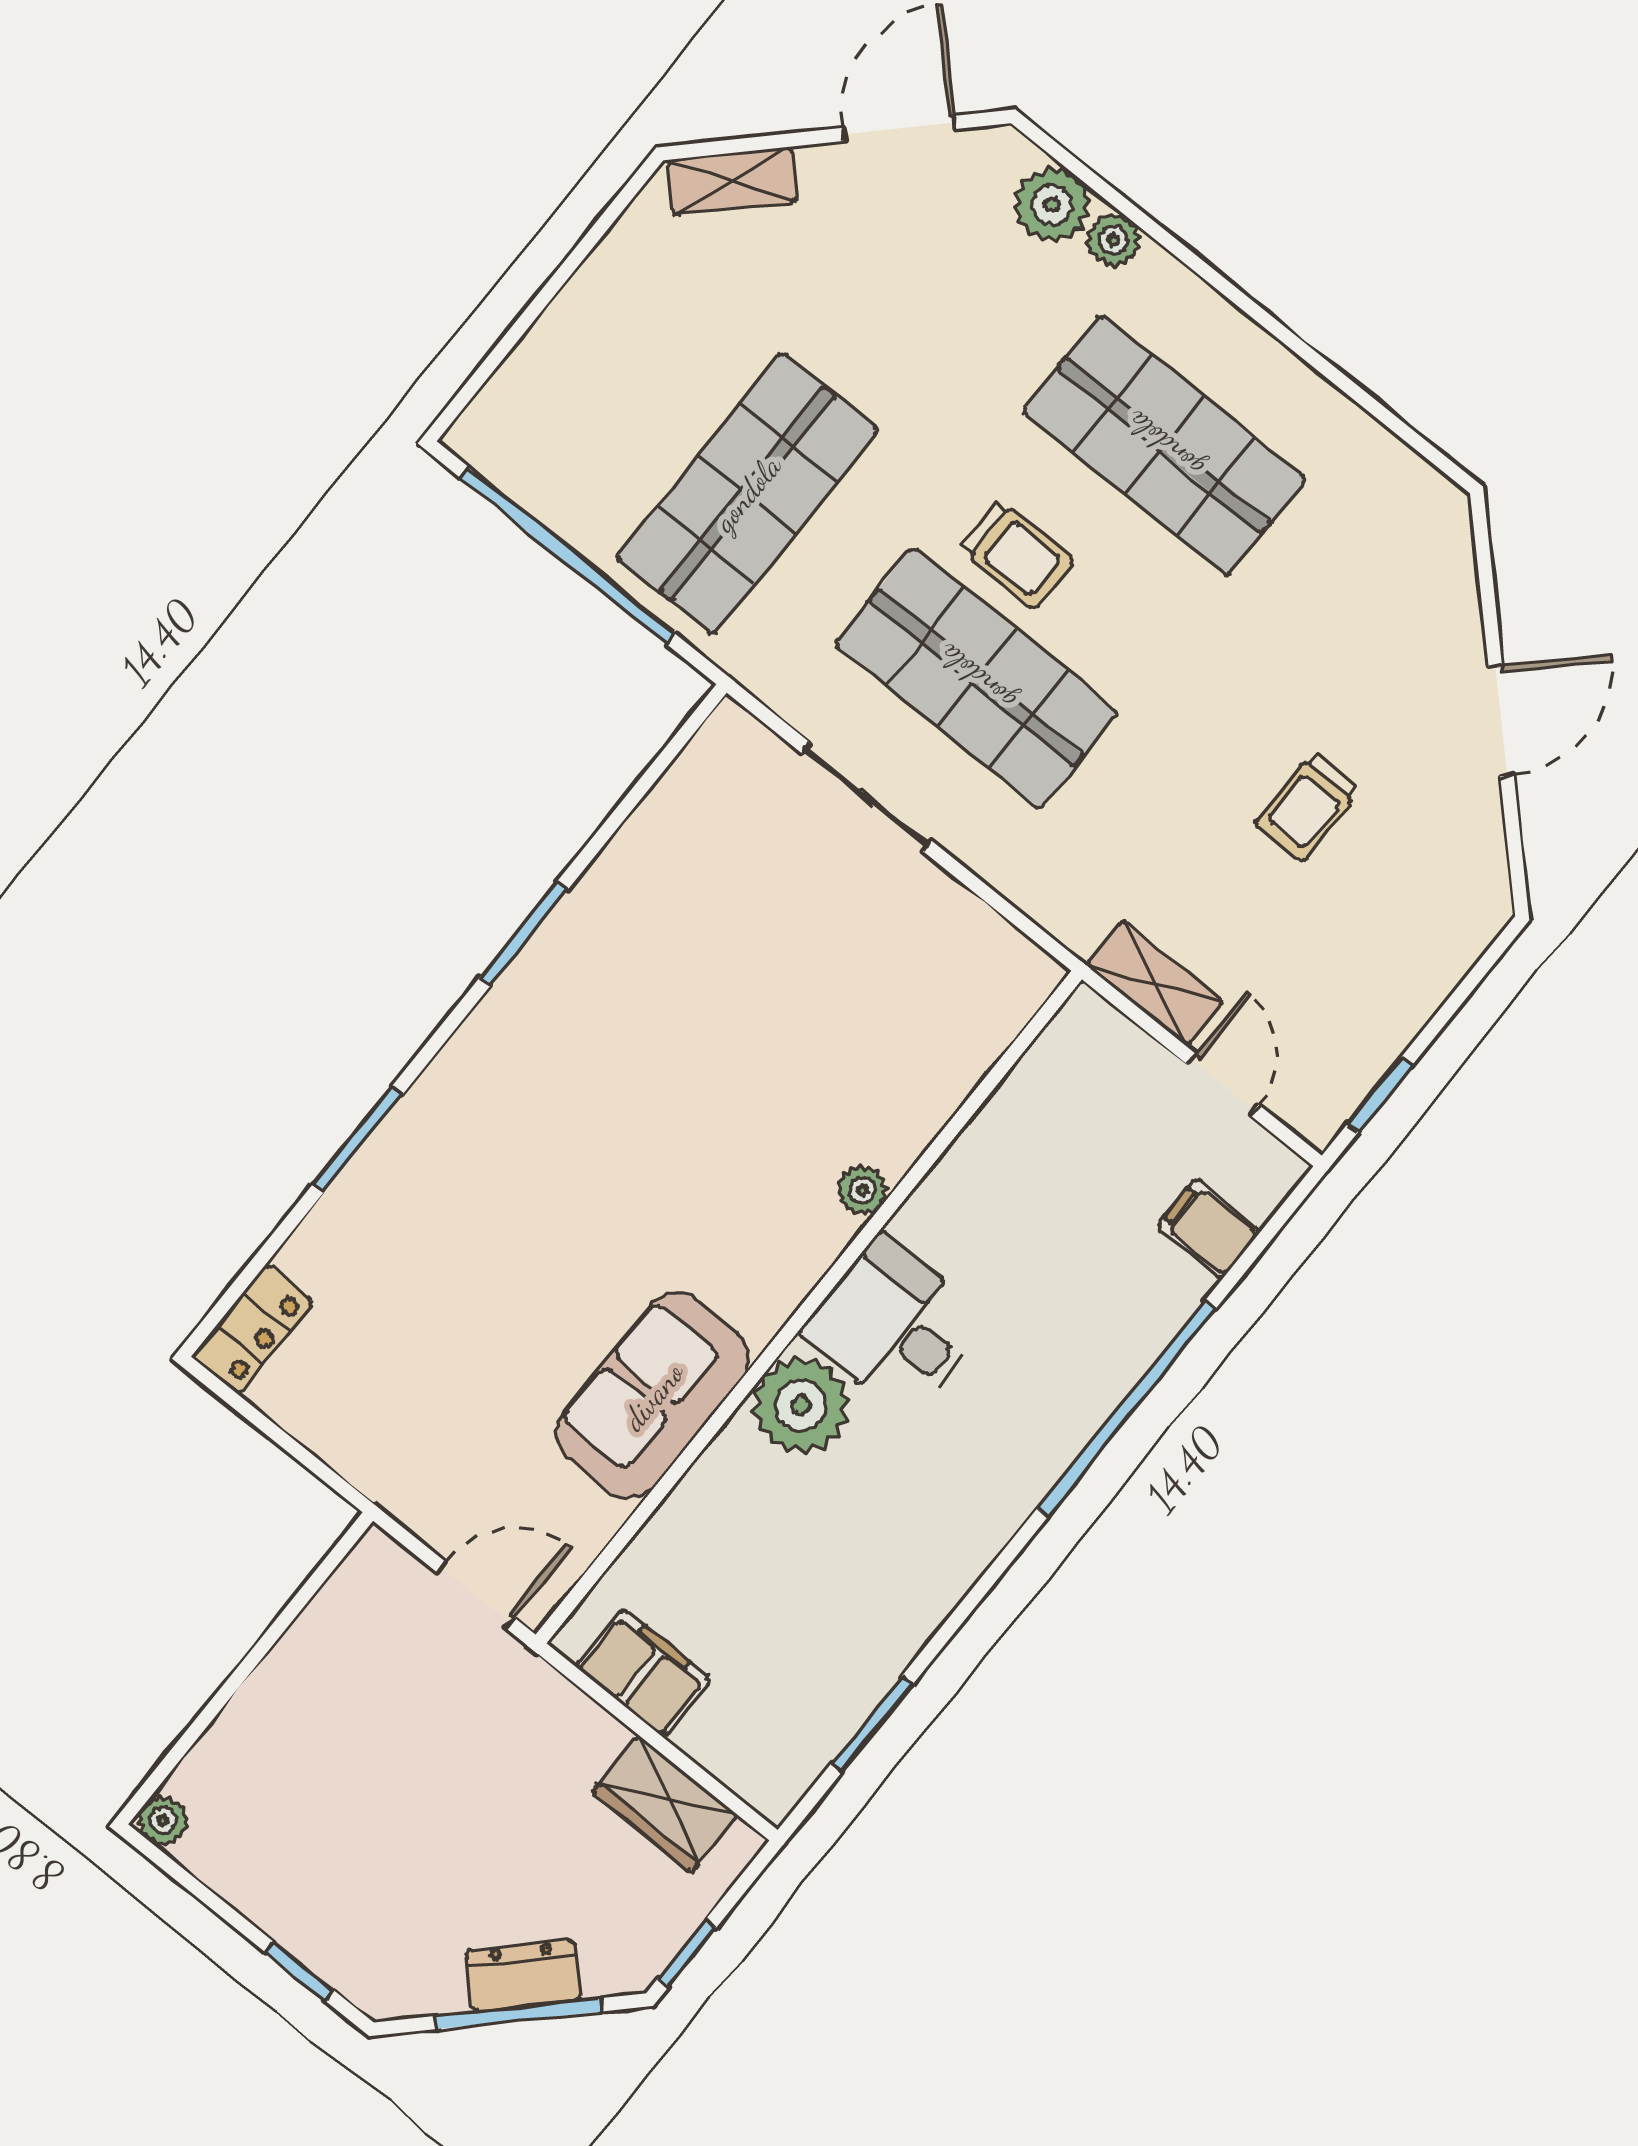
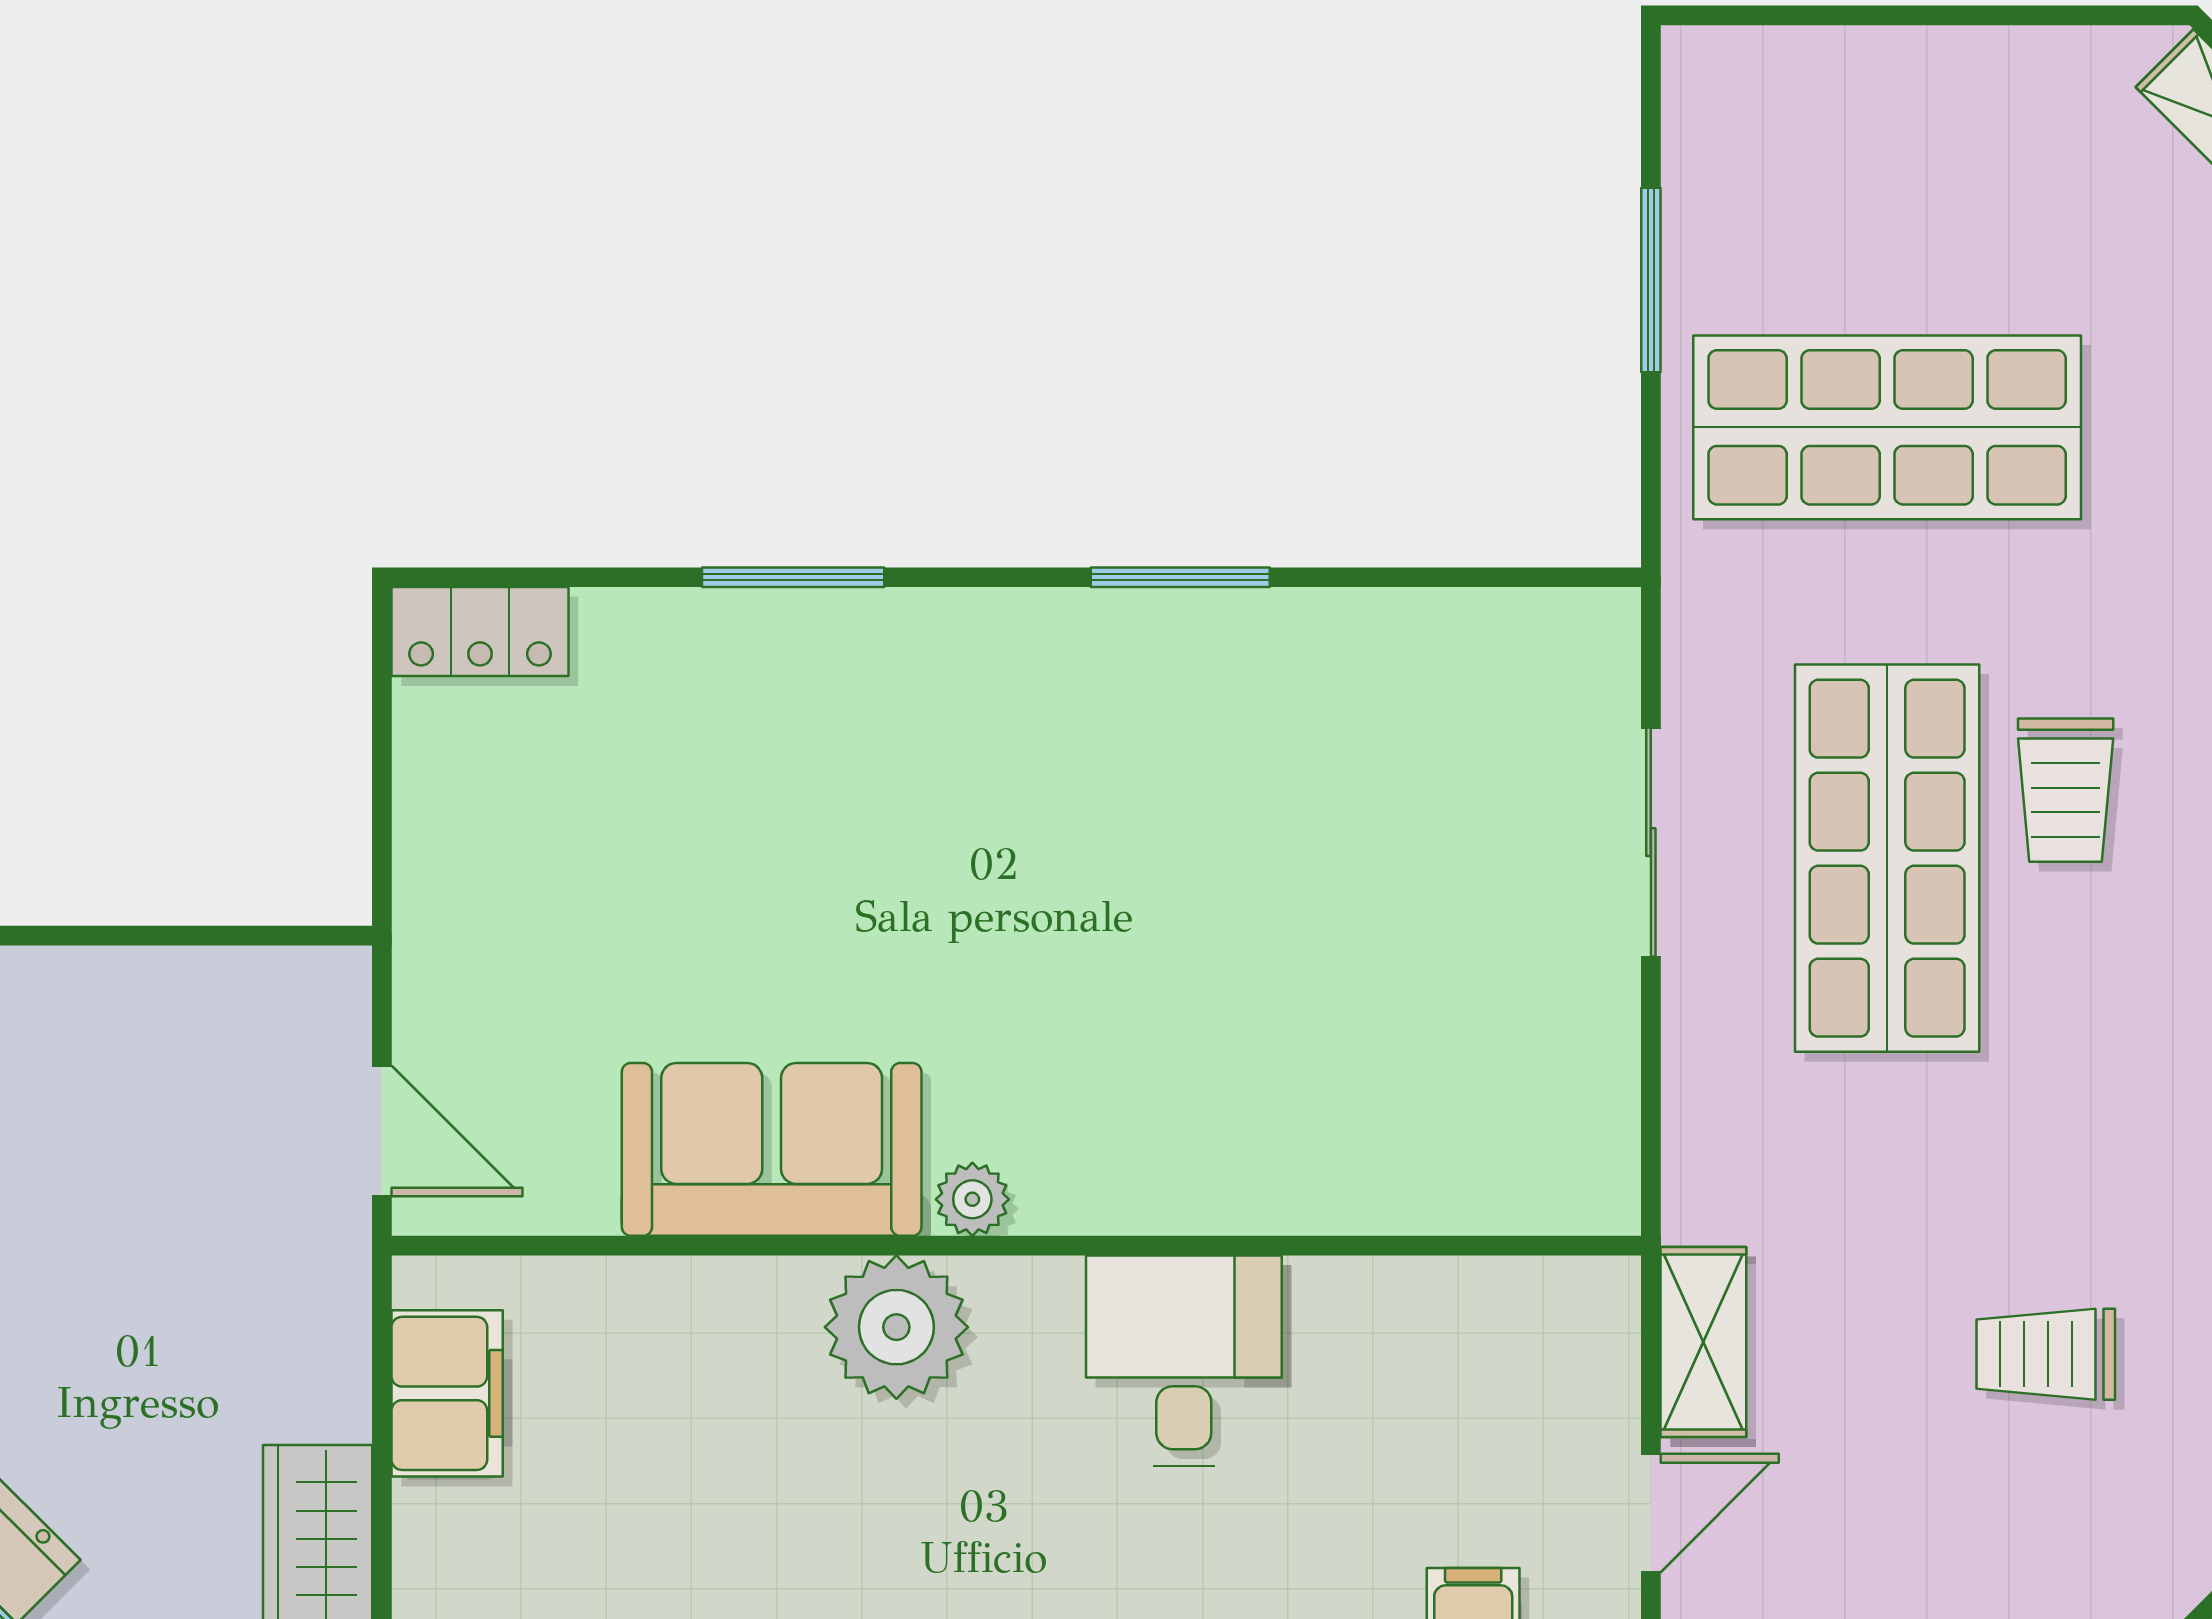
window: (568, 556) -> (1651, 280), width x0.47
plant: (862, 1190) -> (972, 1199), moved
desk: (895, 1326) -> (1184, 1361), moved

